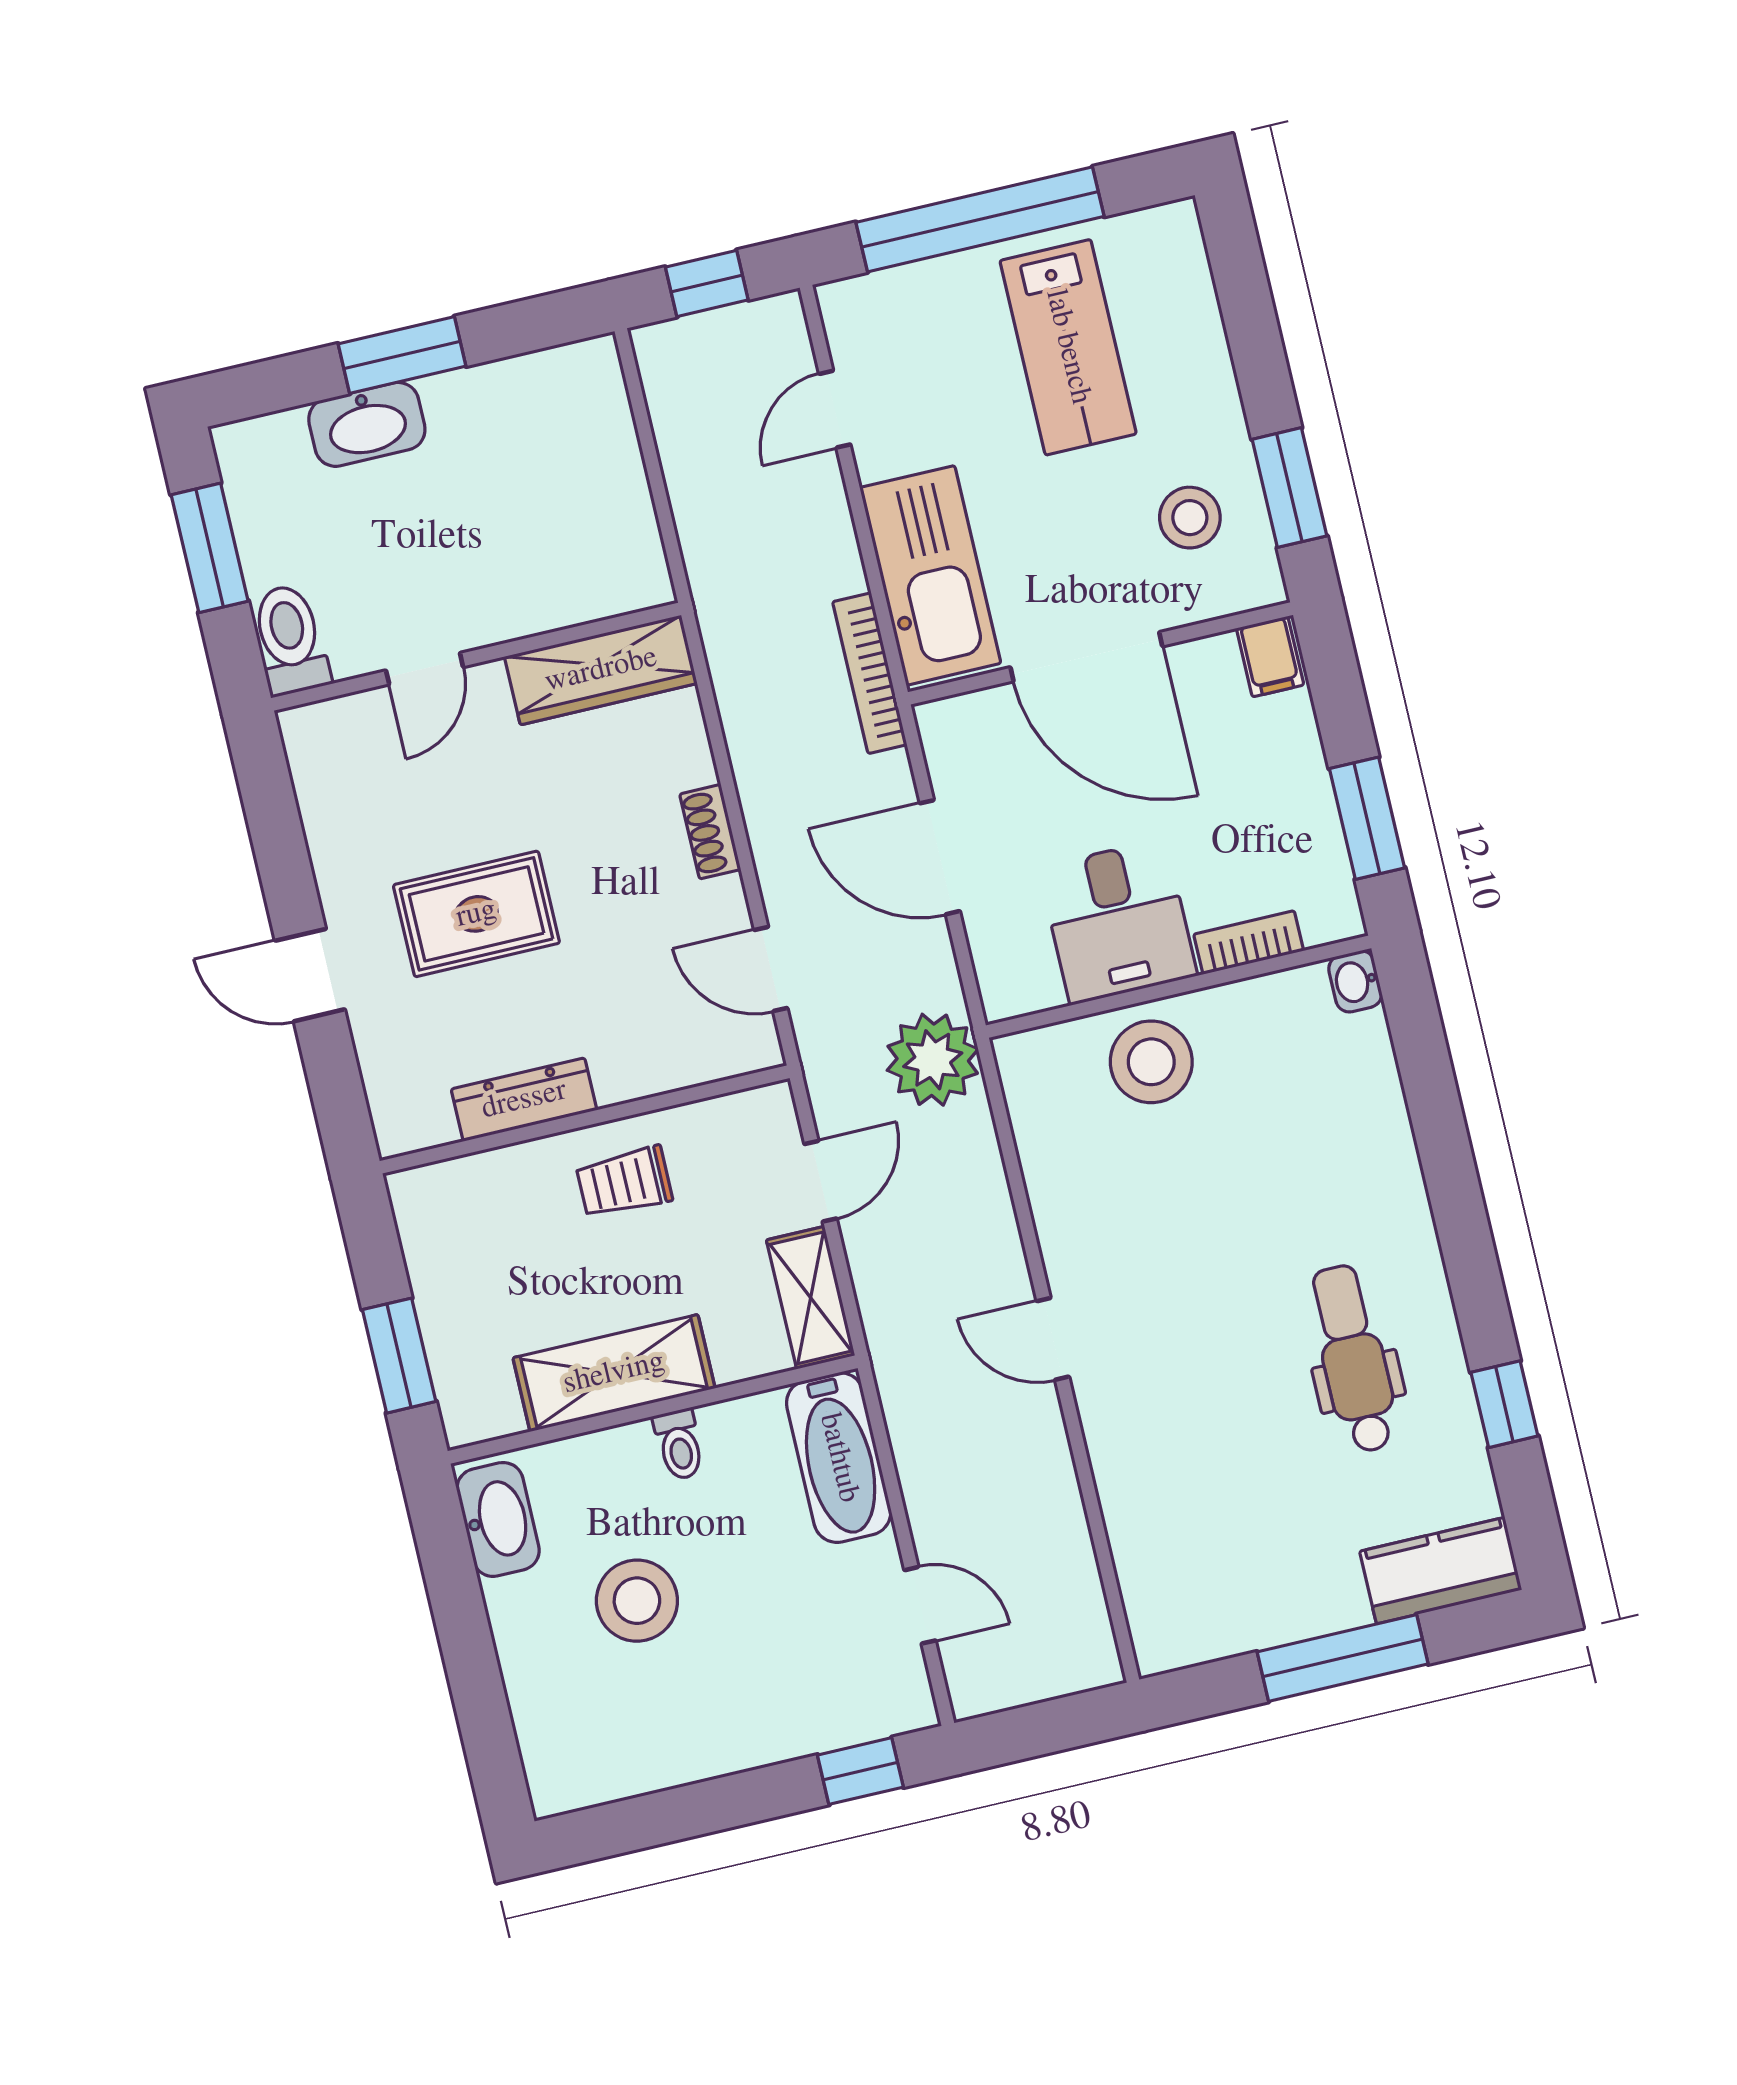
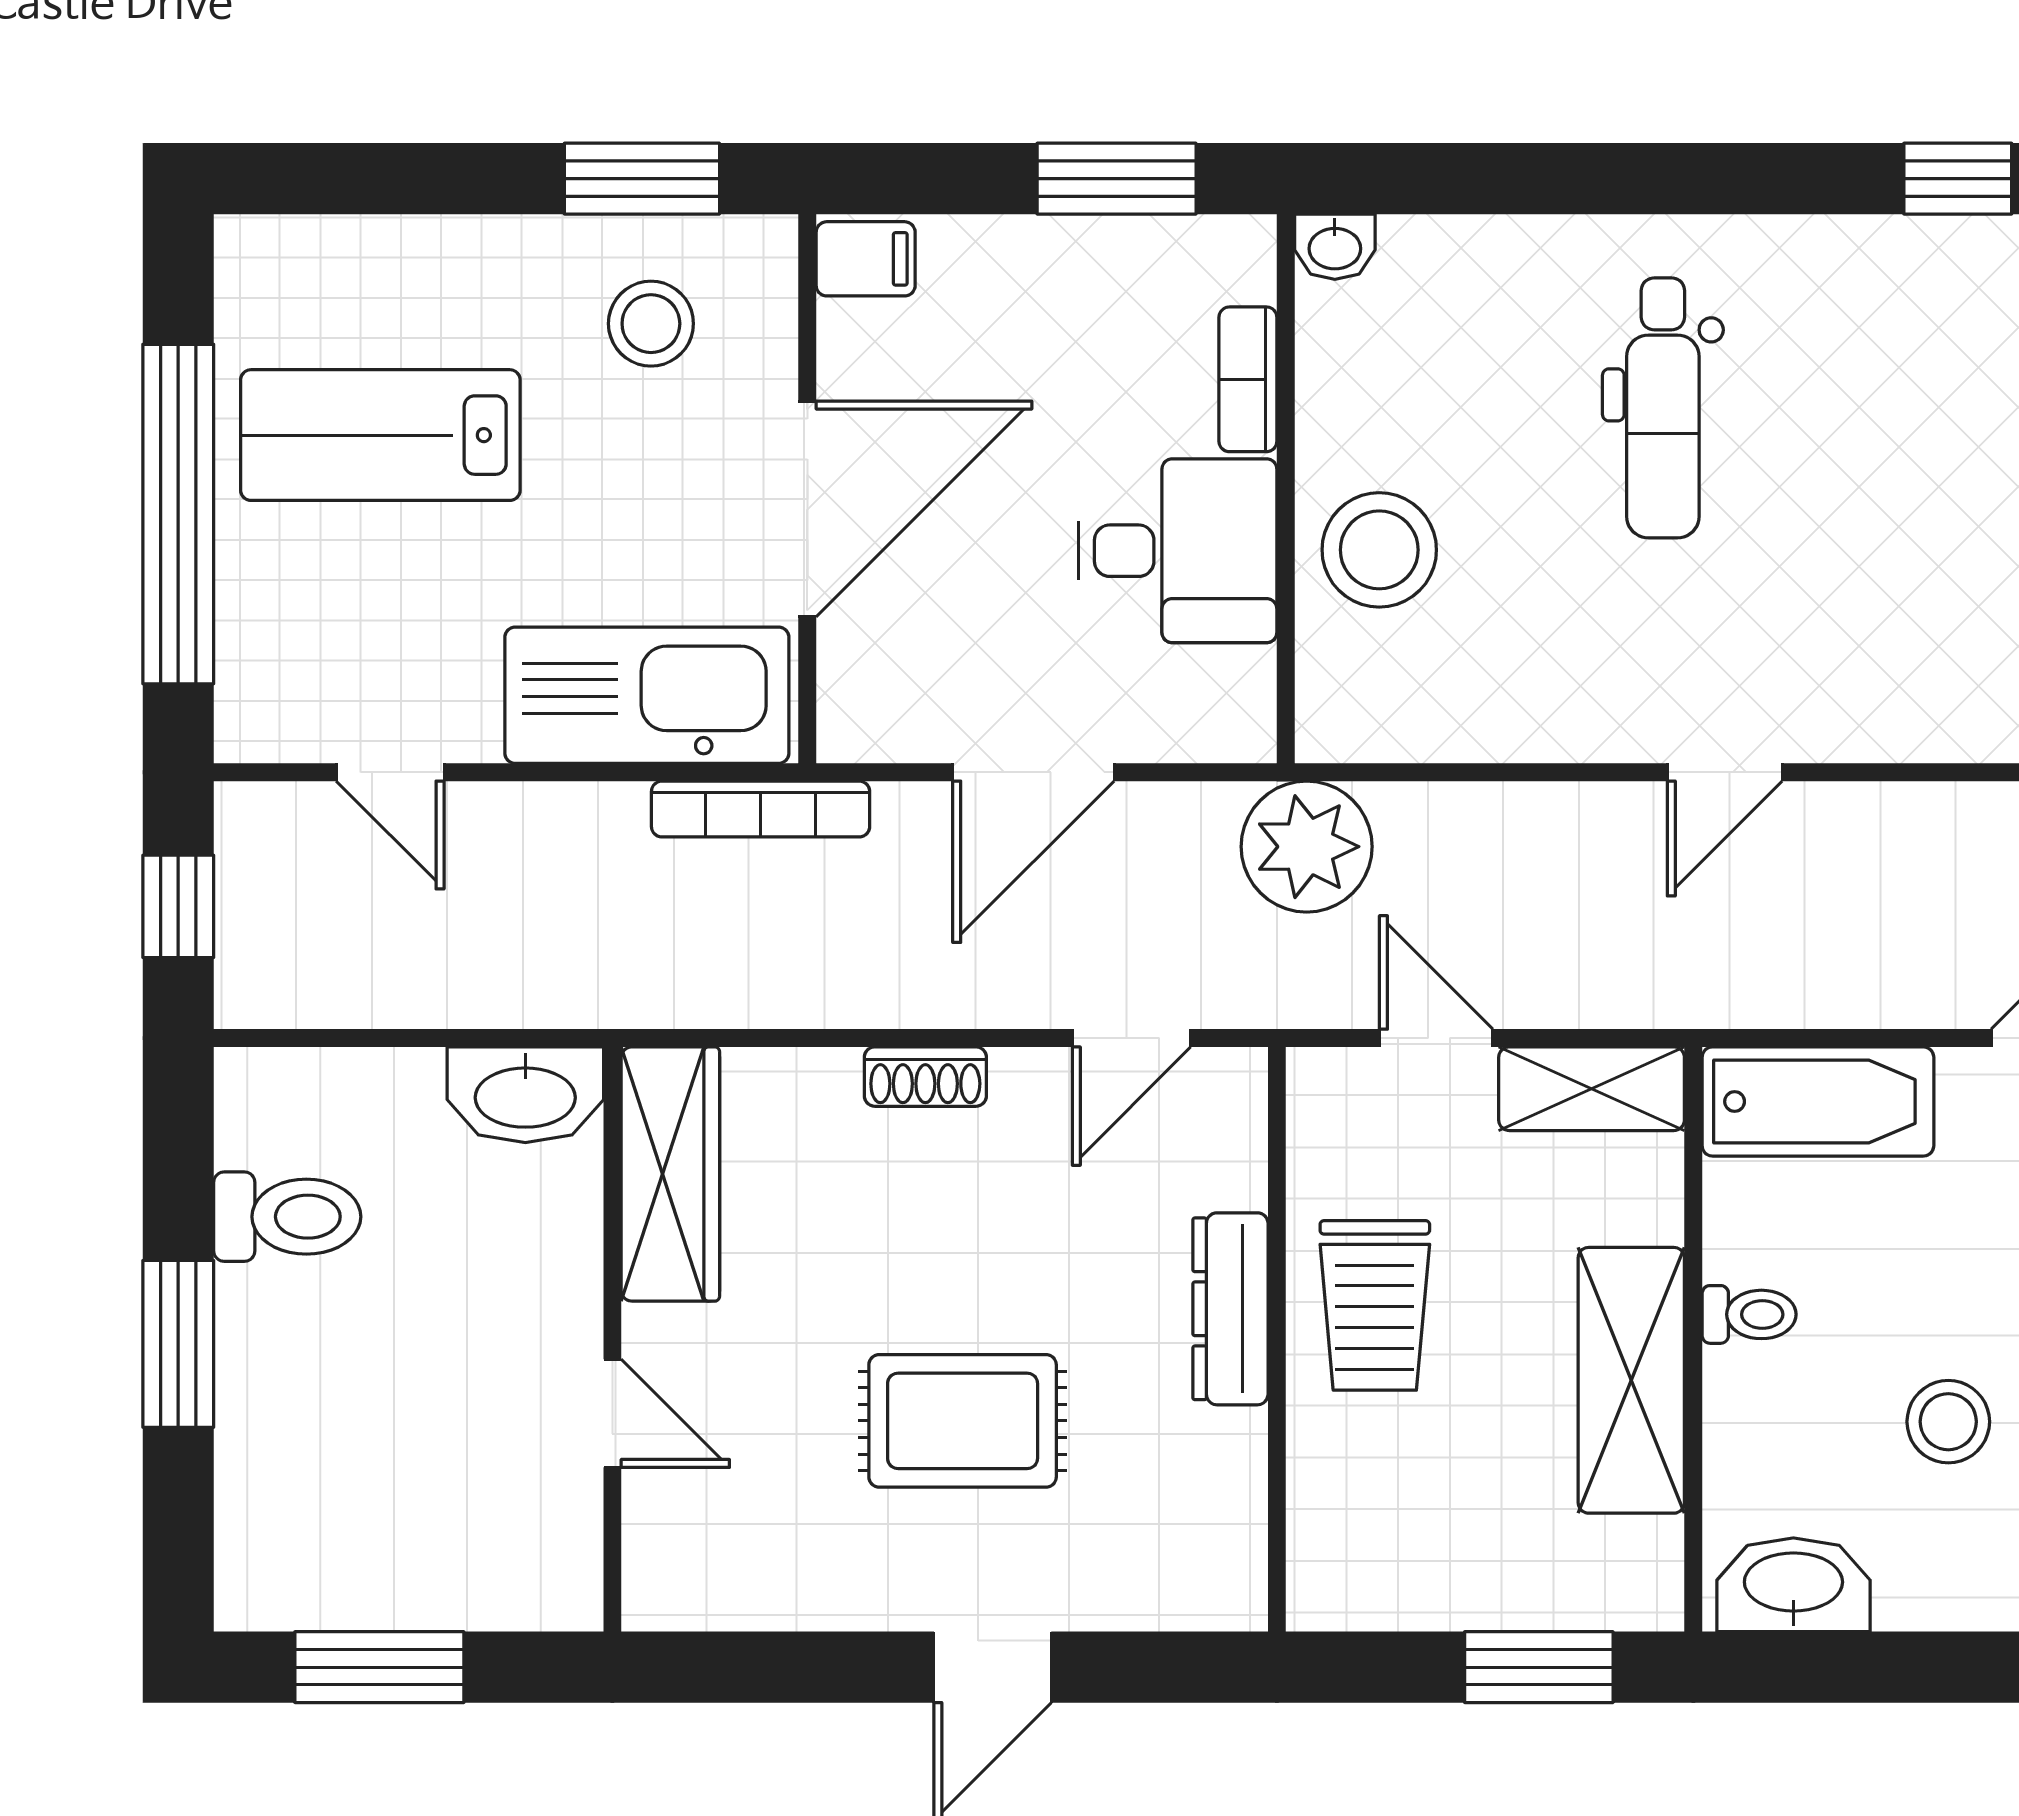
lab bench: (1068, 347) -> (380, 435), turned 180
washbasin: (367, 424) -> (525, 1095), moved, turned 90
toilet: (290, 640) -> (287, 1217), moved, turned 180
rug: (476, 914) -> (963, 1421), turned 90
dresser: (524, 1100) -> (1230, 1309), moved
trolley: (624, 1182) -> (1375, 1305), width x1.36, depth x1.39
dental chair: (1353, 1359) -> (1663, 408), moved, turned -90
stool: (637, 1601) -> (1948, 1422), width x0.73, depth x0.73

